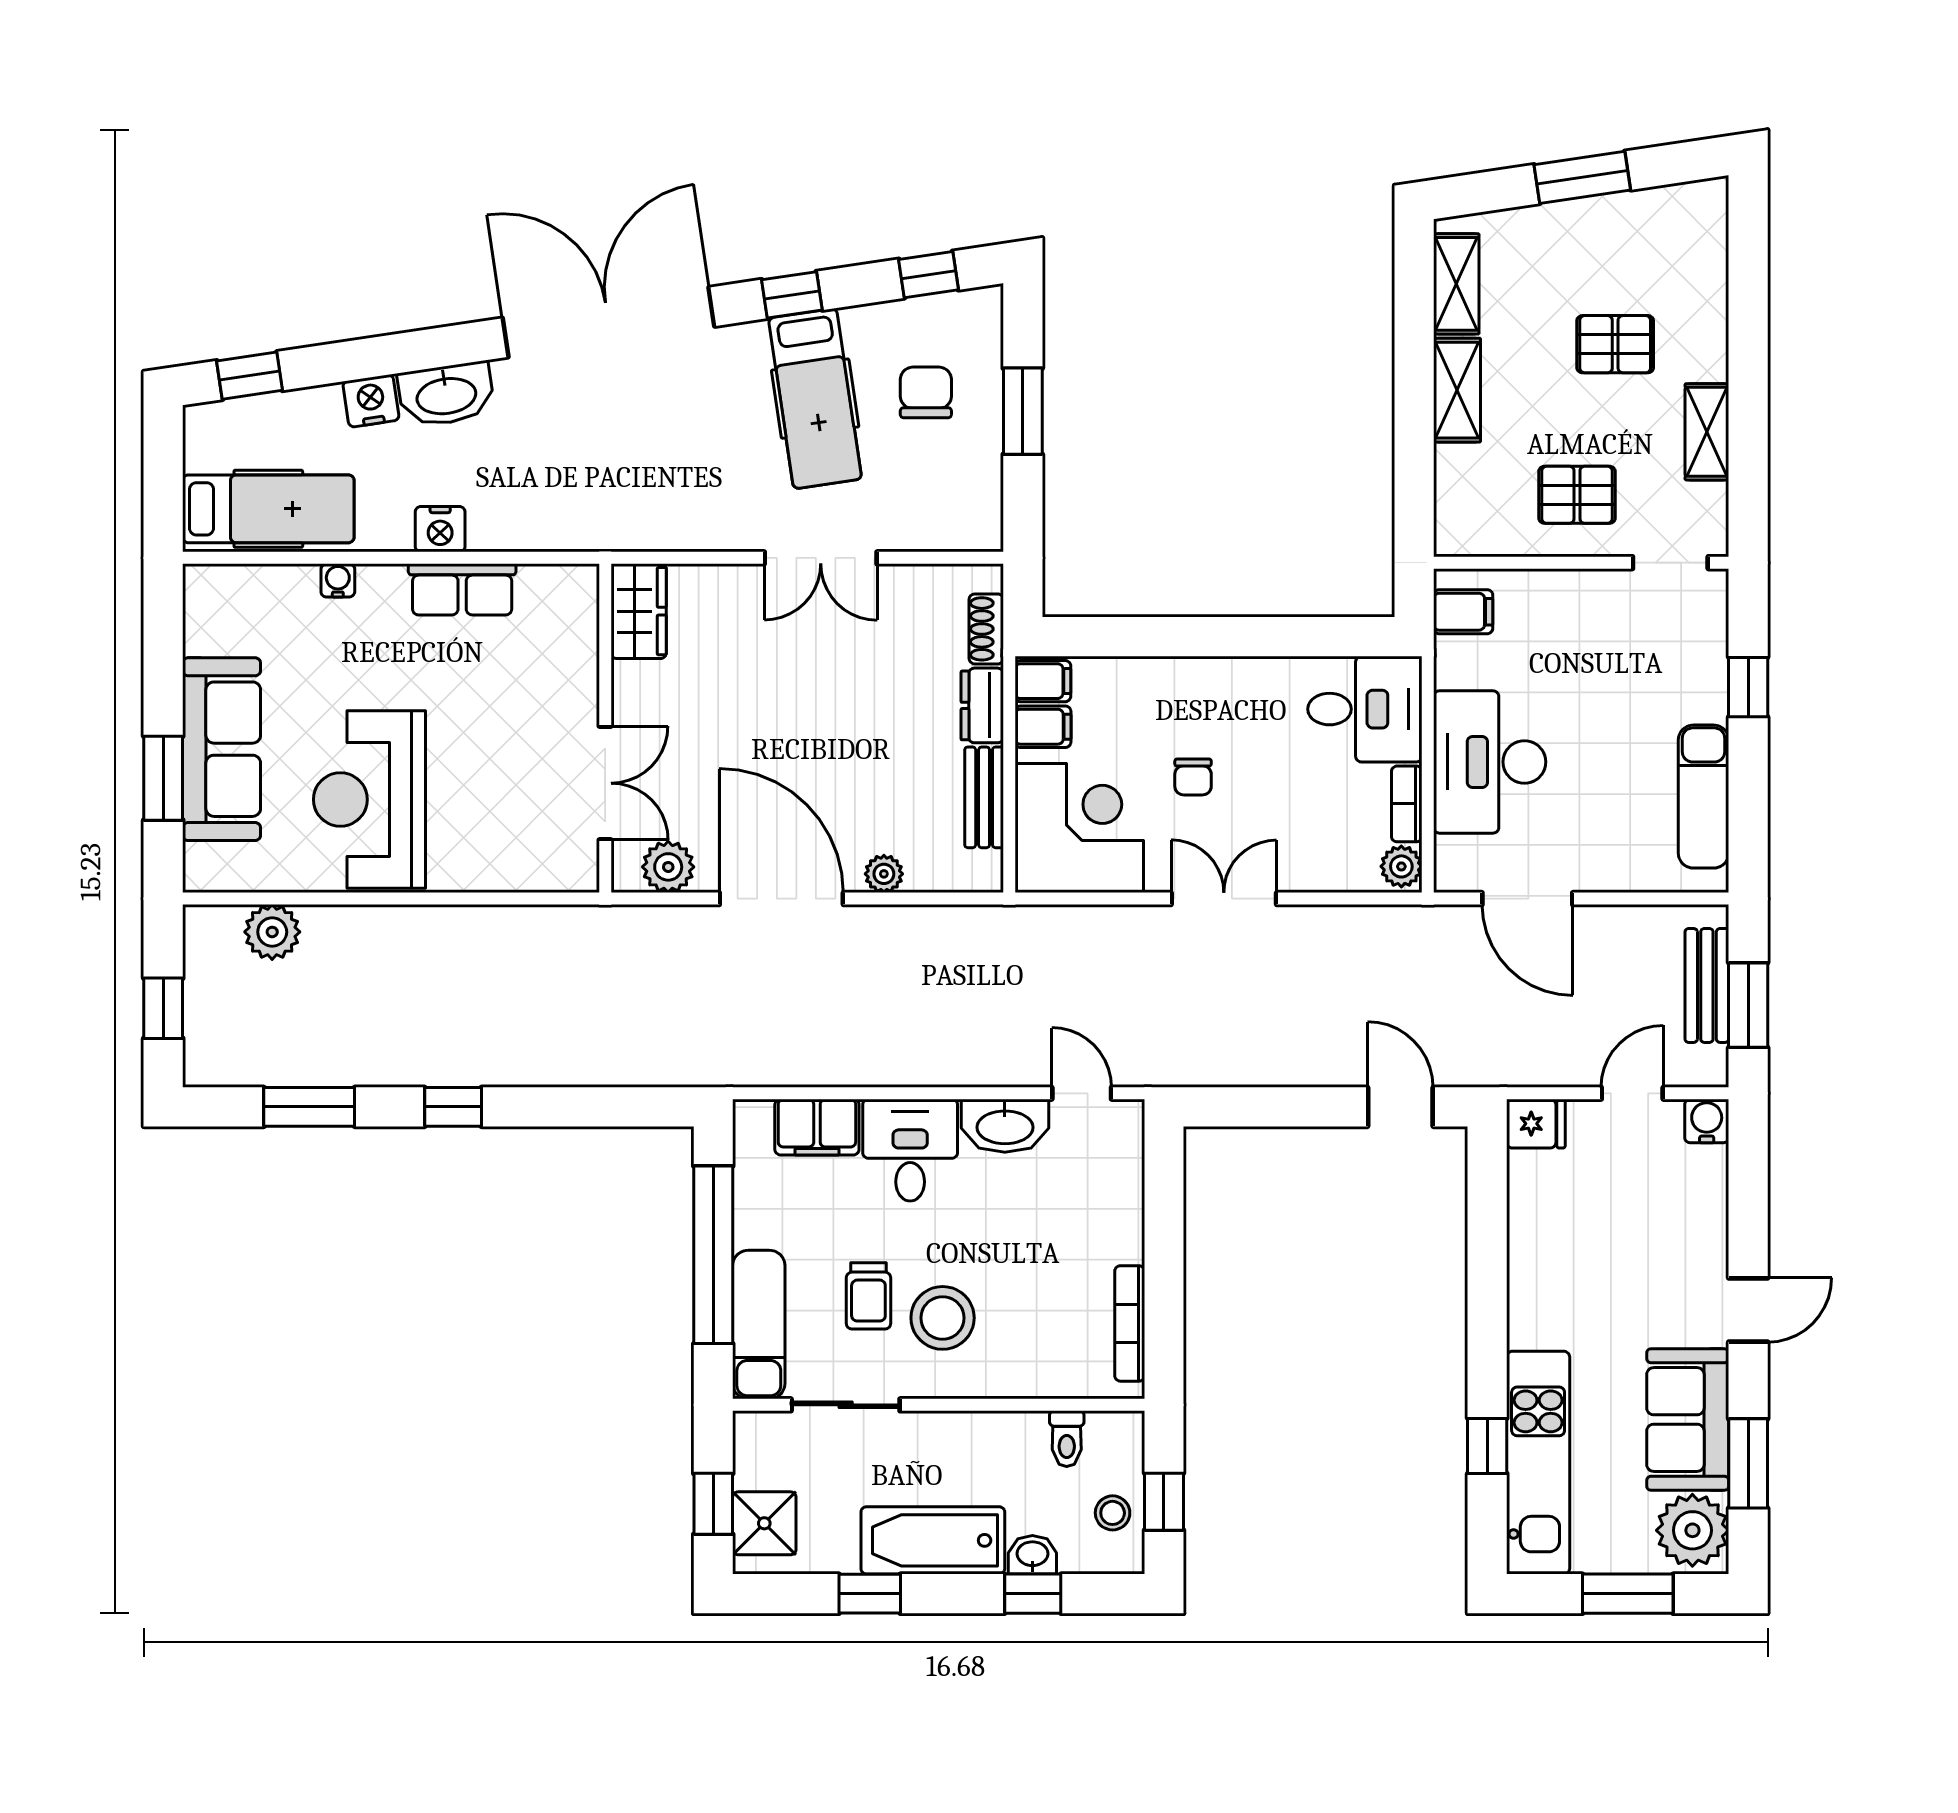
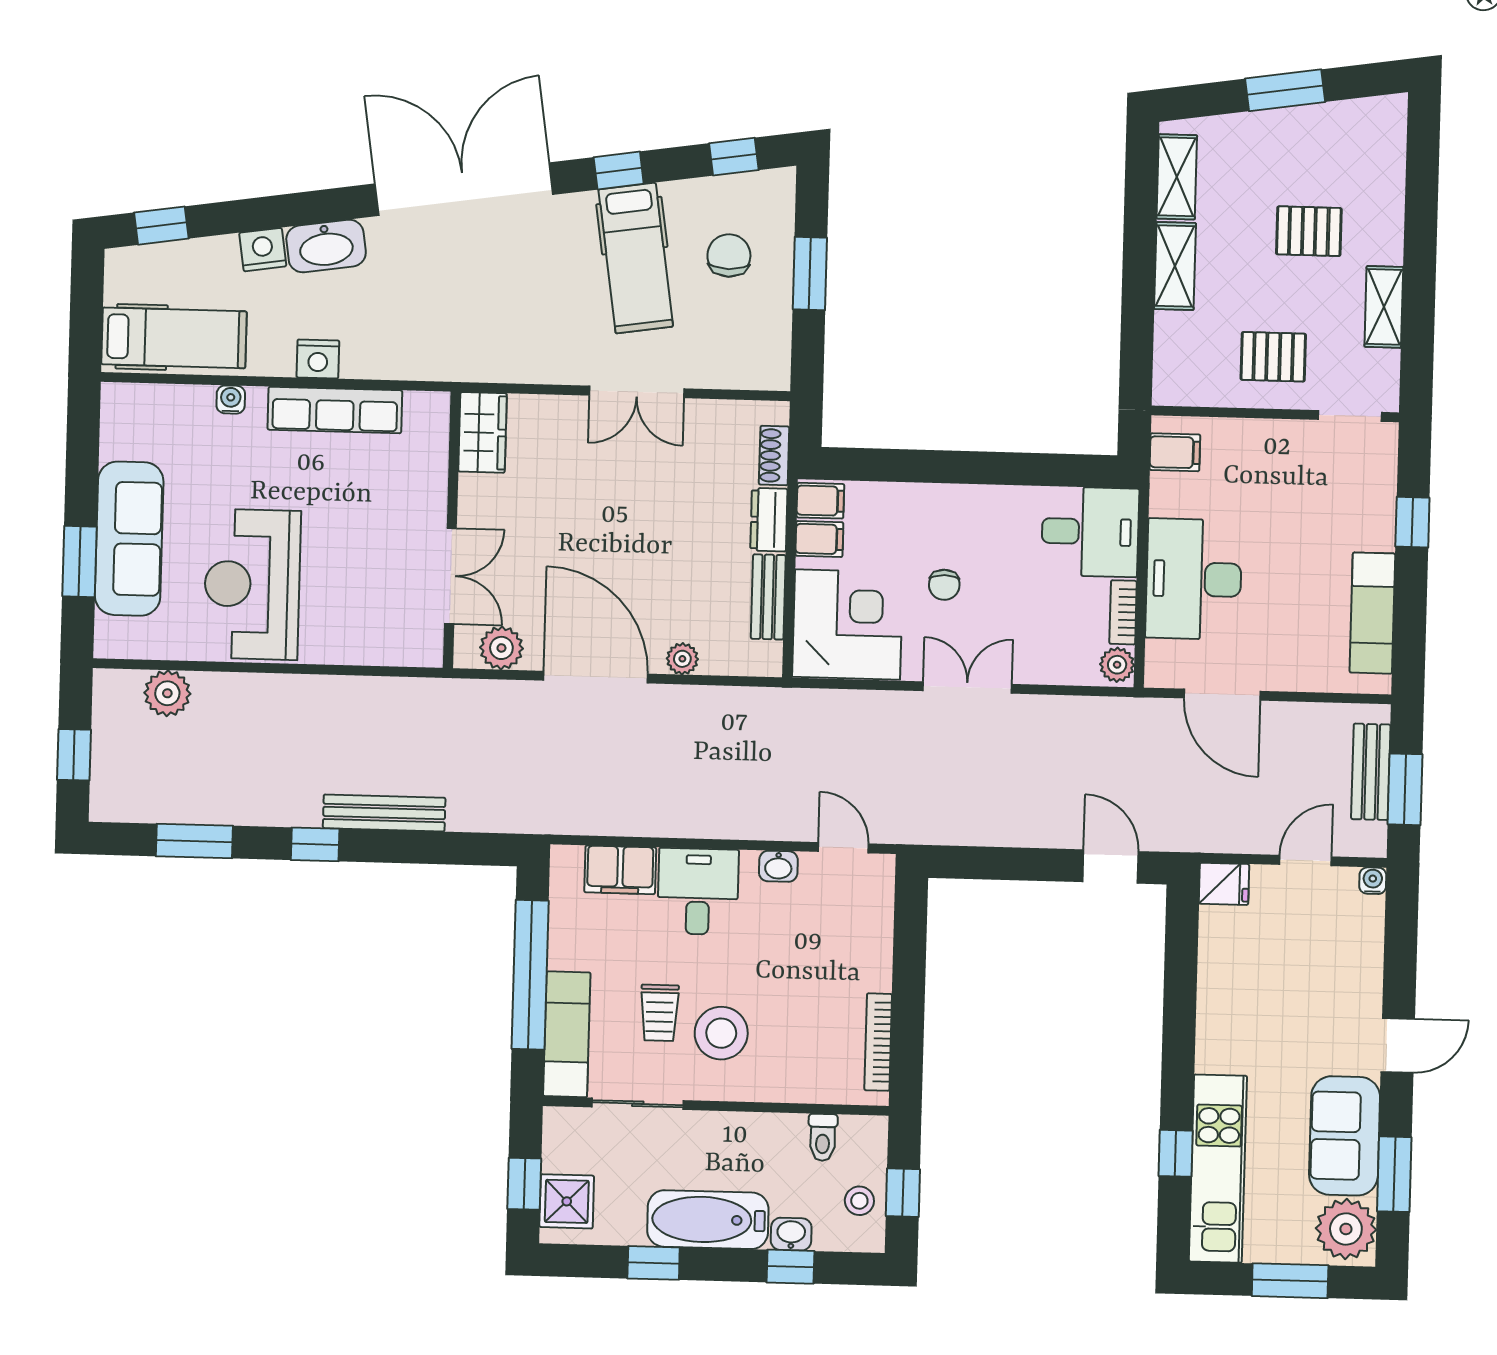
row of seats: (462, 589) -> (335, 410), width x1.48
bench: (534, 1067) -> (384, 813), added
water cooler: (1707, 1121) -> (1373, 881), width x0.72, depth x0.72
washbasin: (1005, 1126) -> (778, 866), width x0.52, depth x0.69

